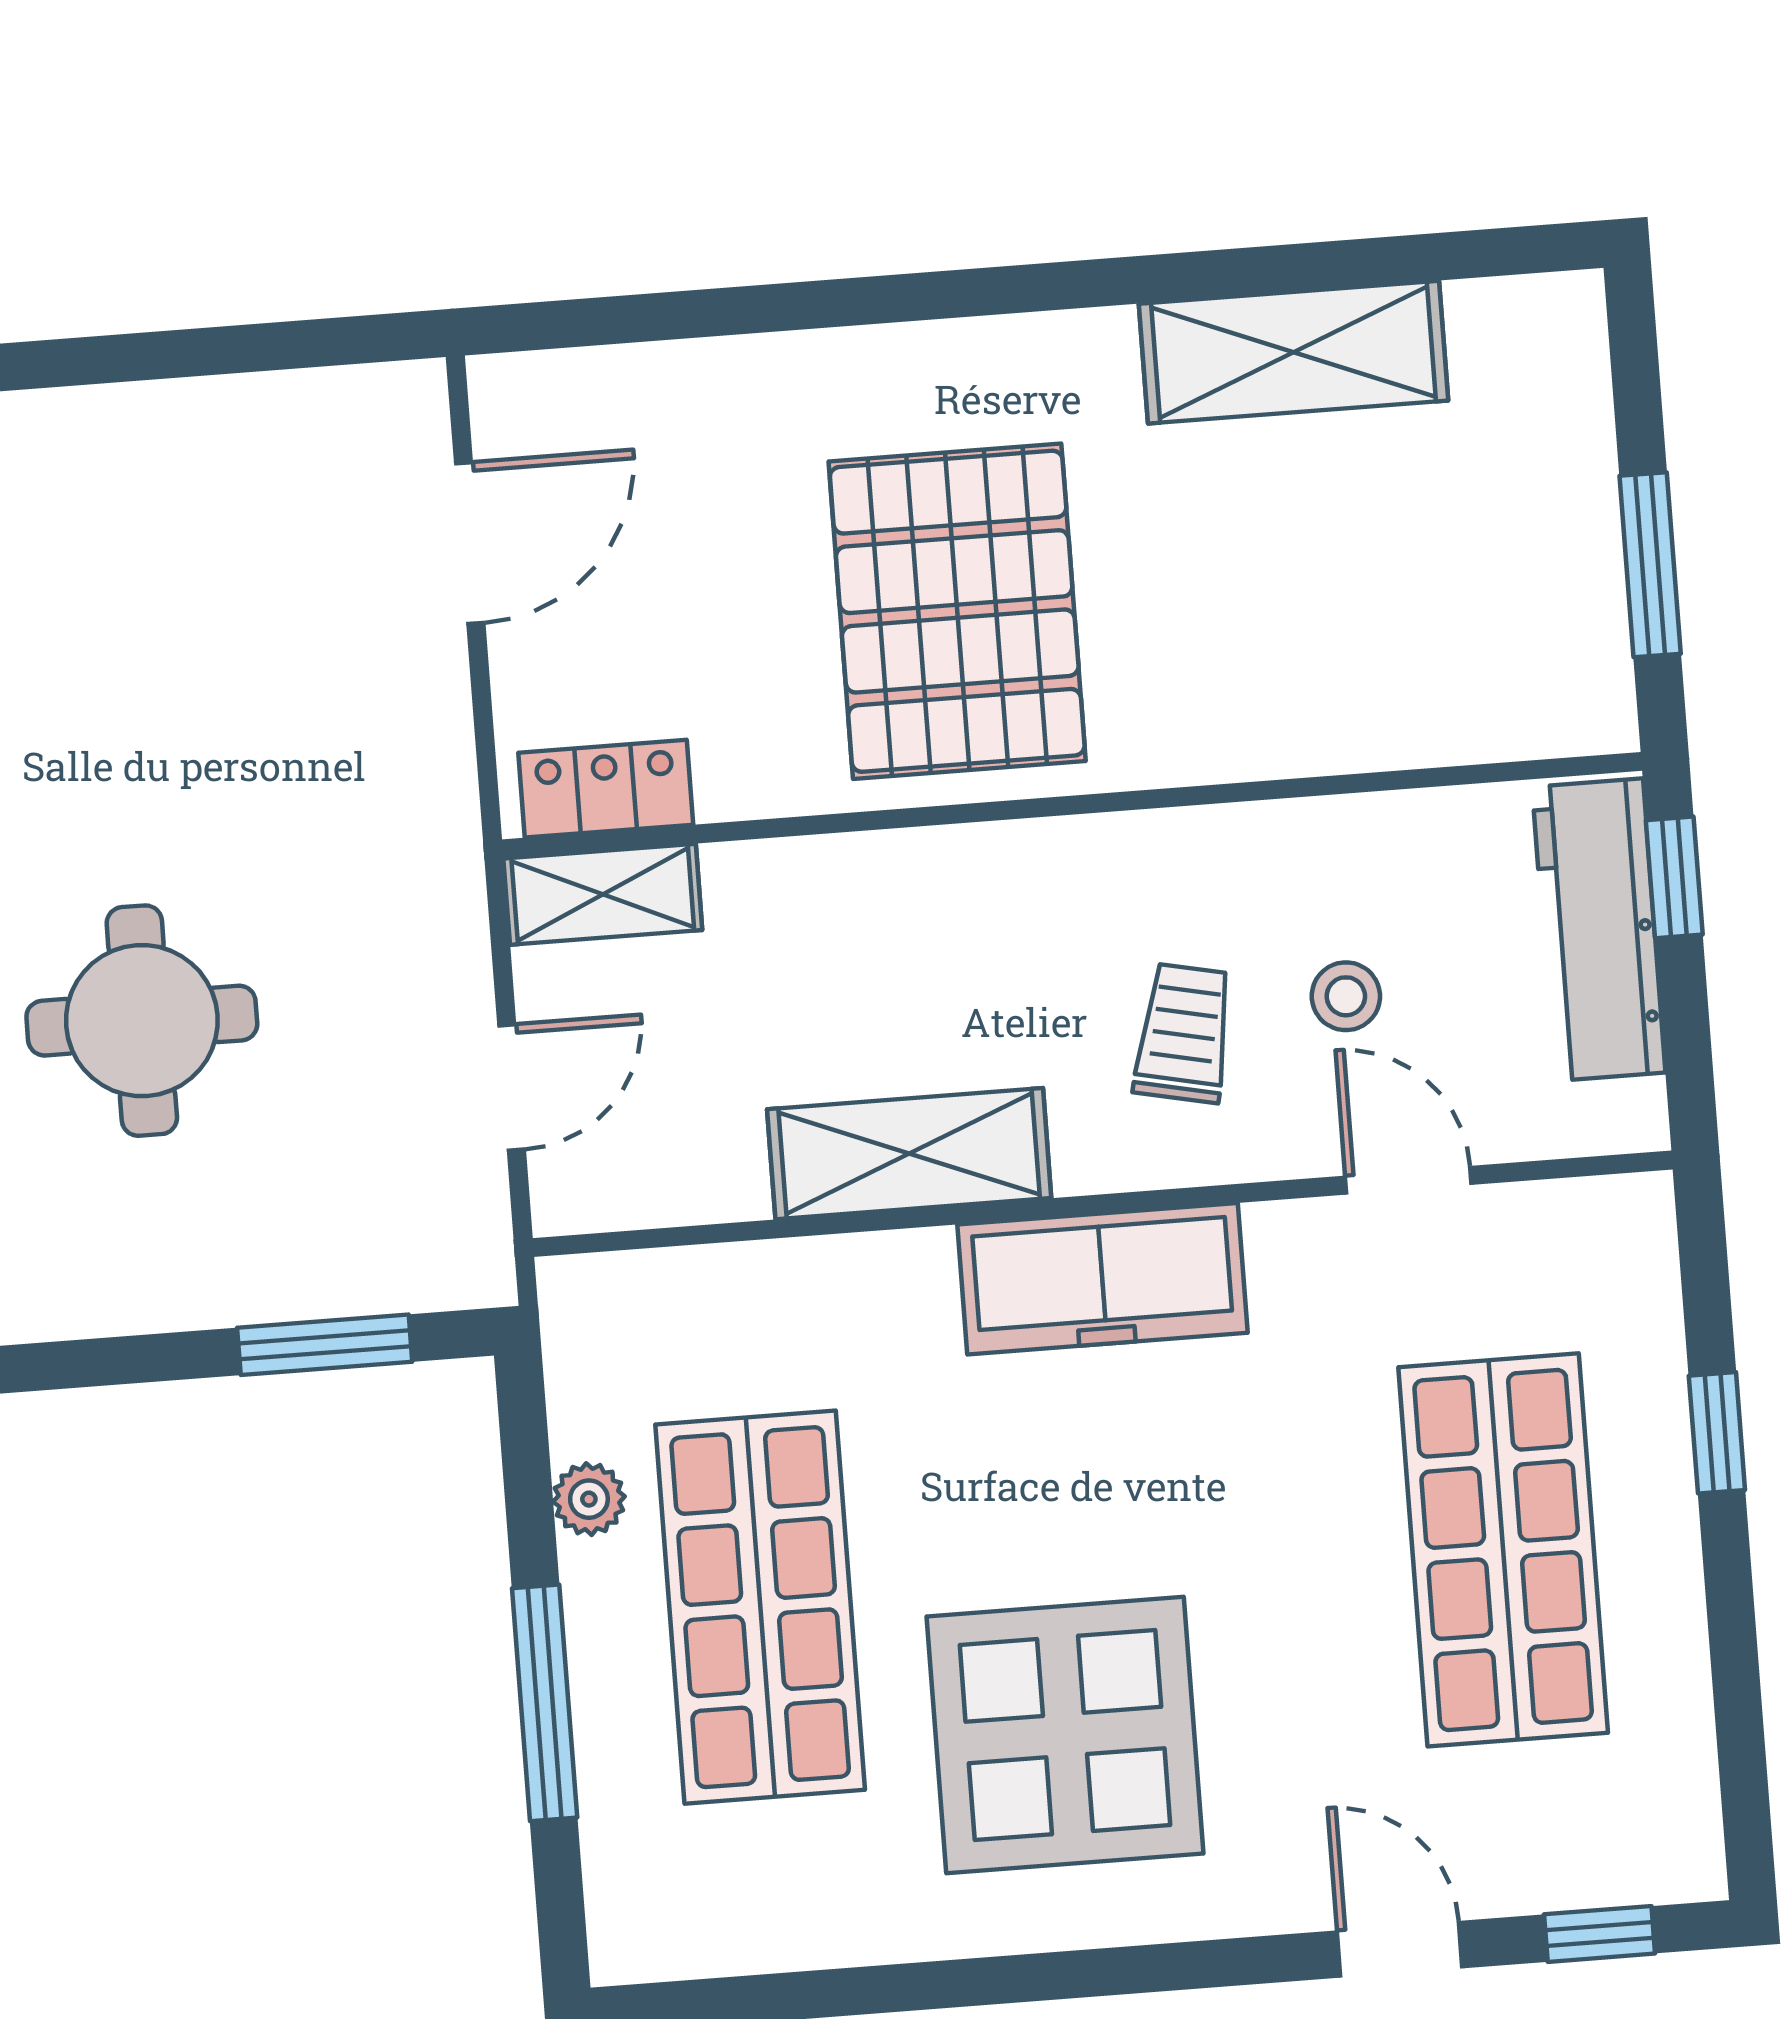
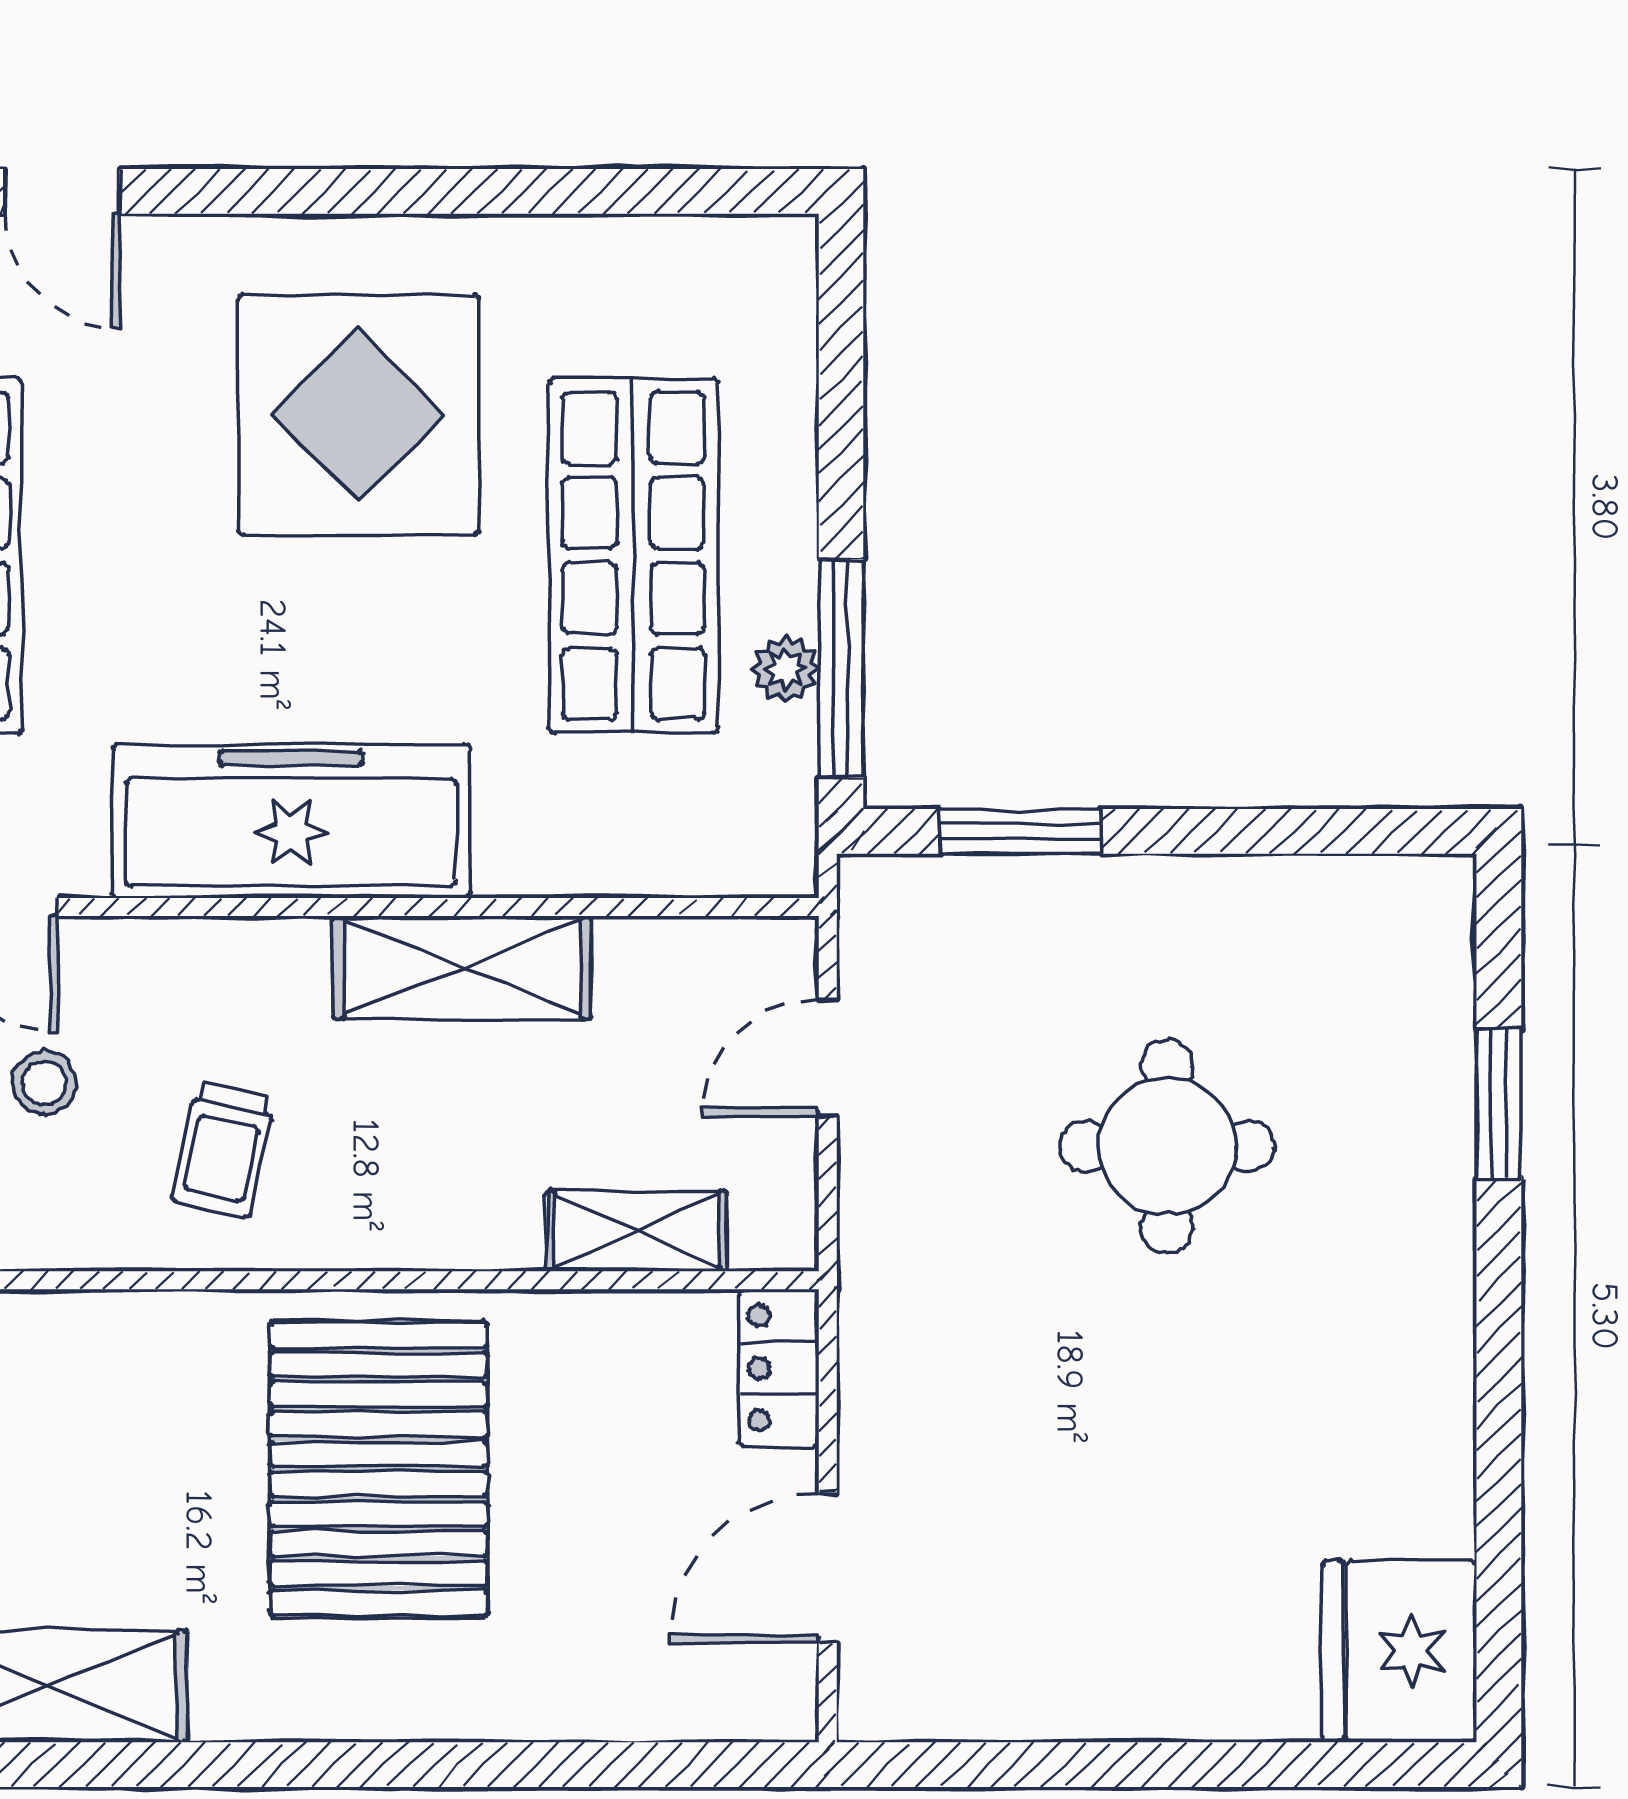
locker: (606, 789) -> (779, 1368), moved, turned 90
shelving: (603, 894) -> (637, 1231), moved
trolley: (1184, 1033) -> (223, 1150), moved
freezer: (1102, 1279) -> (291, 821), width x1.36, depth x1.26
window: (545, 1703) -> (841, 669), moved

